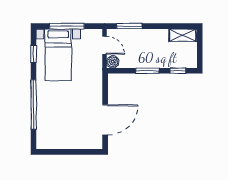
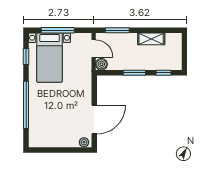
shelving: (183, 35) -> (151, 39), moved
plant: (94, 144) -> (84, 142), added

